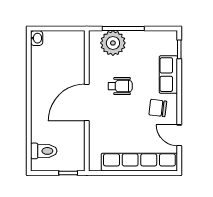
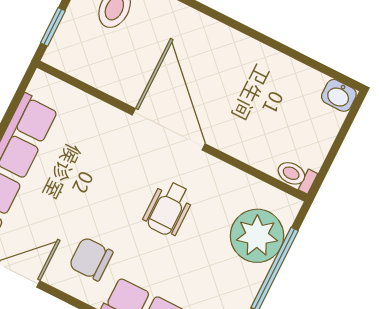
toilet: (79, 39) -> (296, 176), added
chair: (158, 108) -> (91, 259), turned -97

